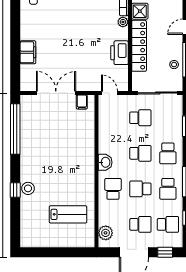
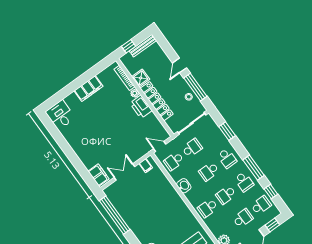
filing cabinet: (28, 52) -> (98, 175), moved
printer: (119, 53) -> (141, 107), moved
double door: (56, 93) -> (124, 172), width x0.73
school desk: (113, 118) -> (174, 161), added
school desk: (140, 153) -> (209, 171), turned 180
washbasin: (105, 162) -> (184, 186), moved
school desk: (113, 189) -> (208, 208), turned -90

